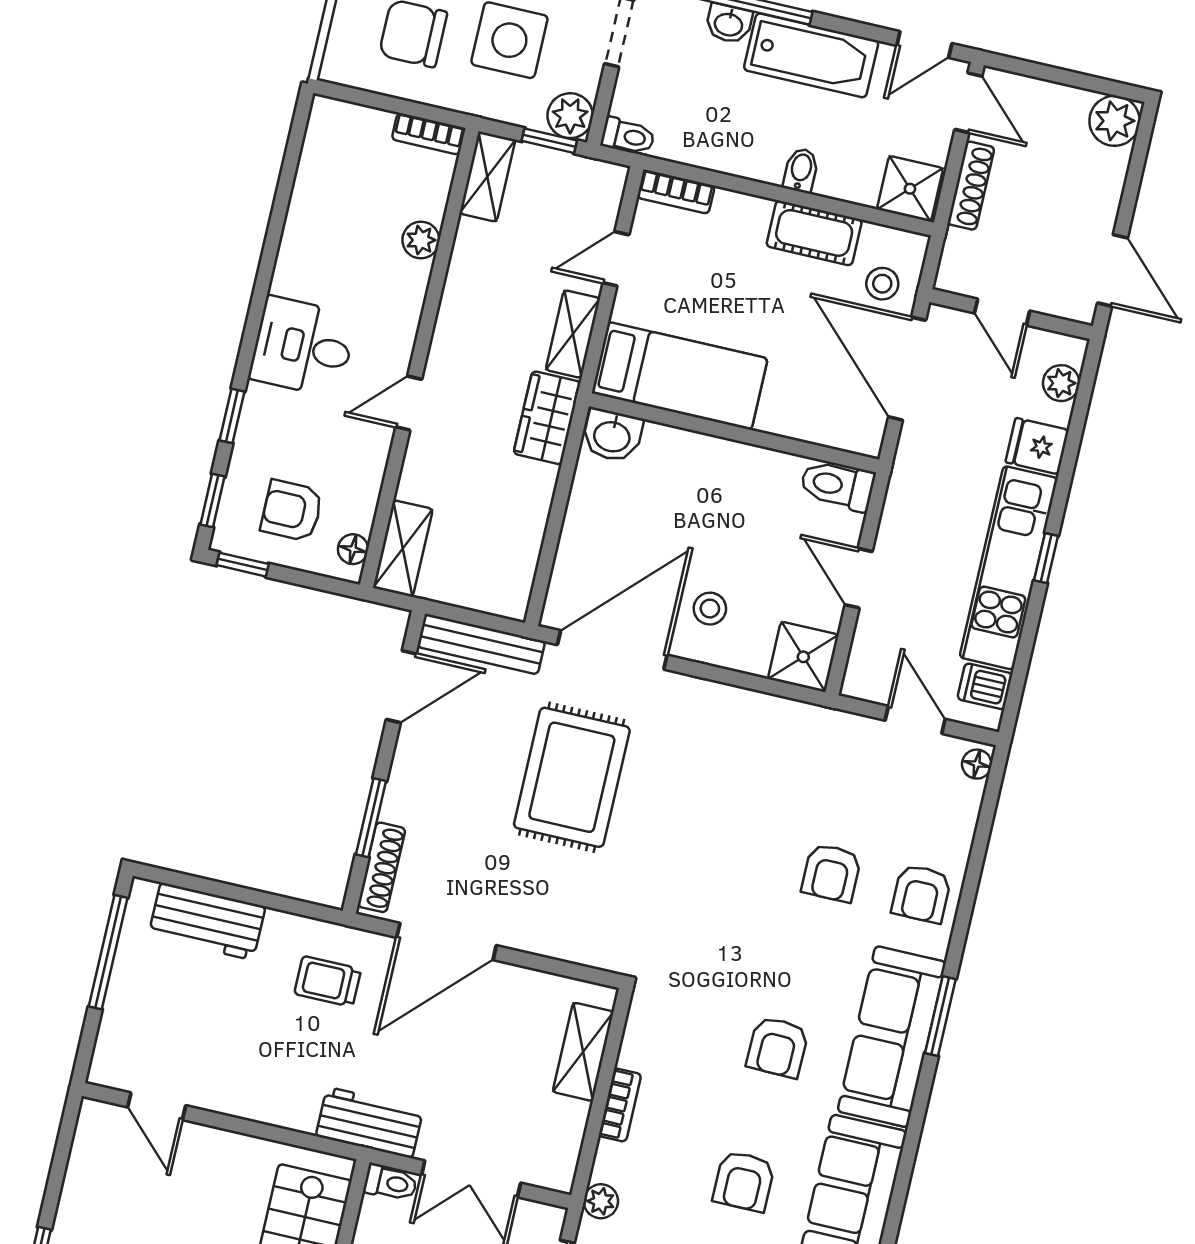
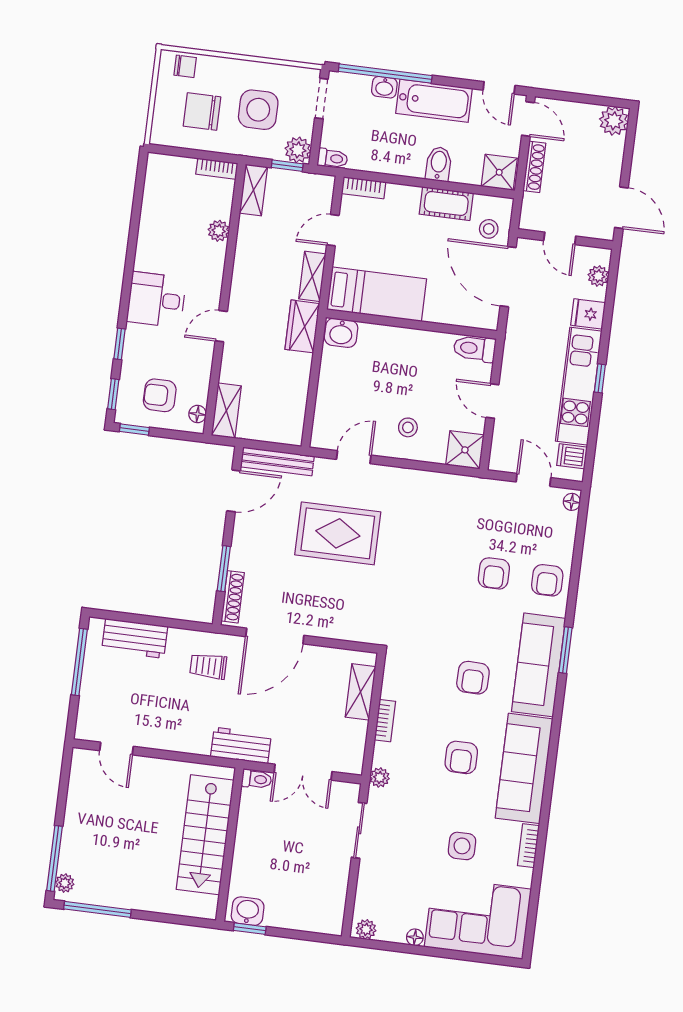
door: (924, 44) -> (499, 88), hinge flipped
bidet: (801, 170) -> (439, 164), width x1.38, depth x1.36
door: (612, 650) -> (354, 457), width x0.53
rug: (572, 777) -> (338, 533), turned 90

